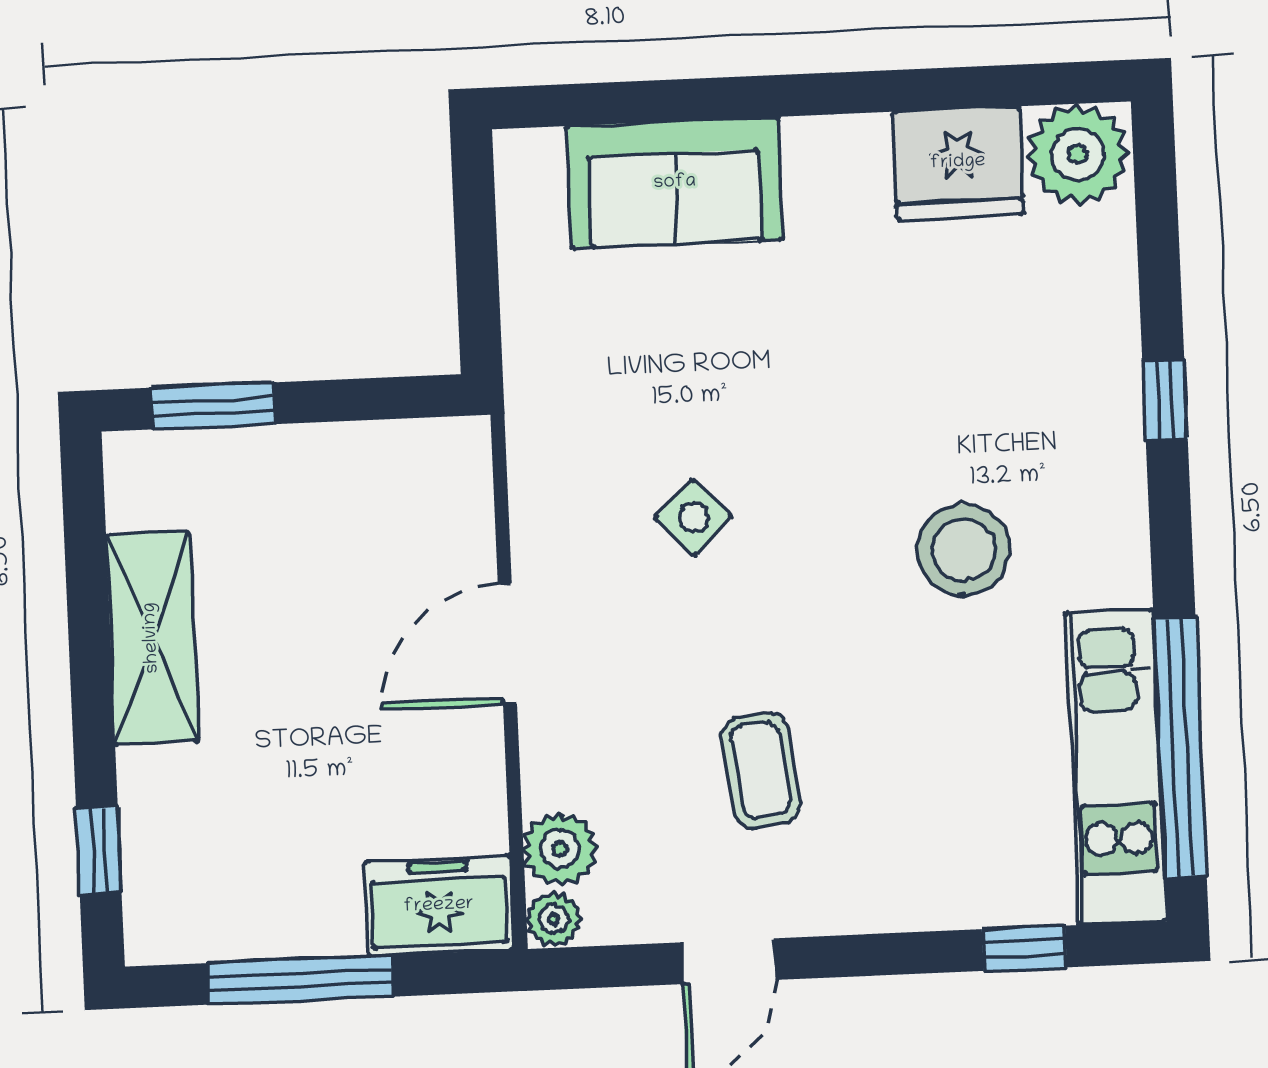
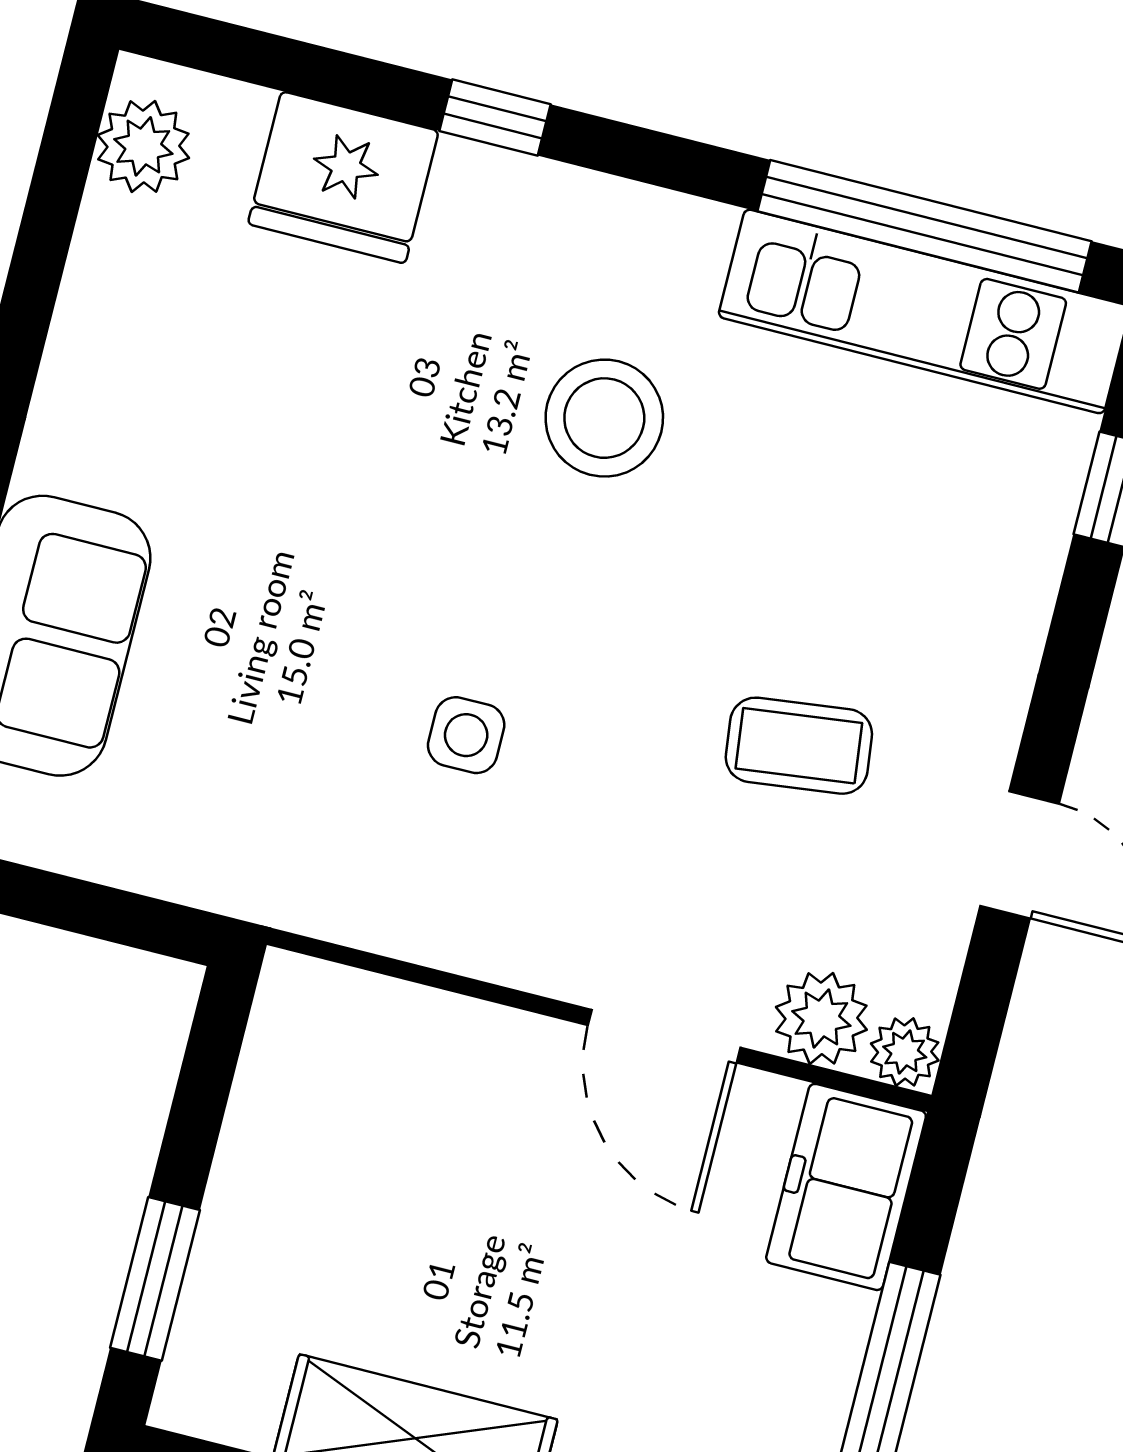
plant: (1078, 154) -> (143, 146), width x0.73, depth x0.73
fridge: (958, 163) -> (343, 178), moved, turned 90
side table: (693, 517) -> (466, 735), turned 45
door: (507, 644) -> (664, 1036), moved

